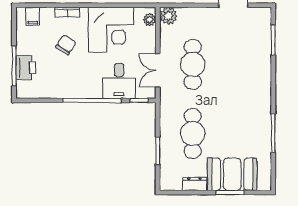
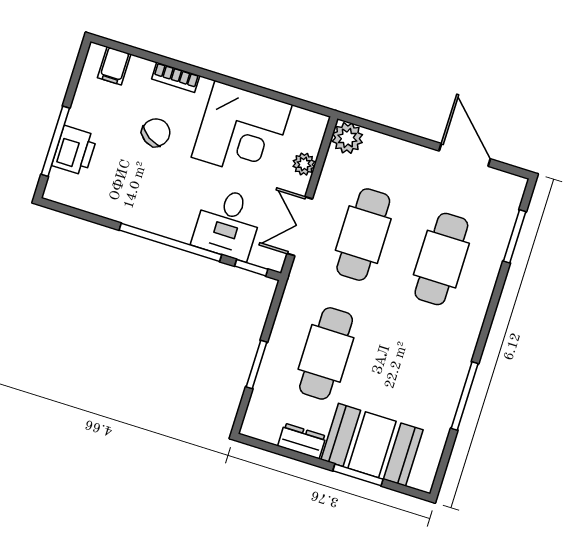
plant: (150, 20) -> (304, 164), moved
cafe table: (238, 64) -> (441, 259), added

